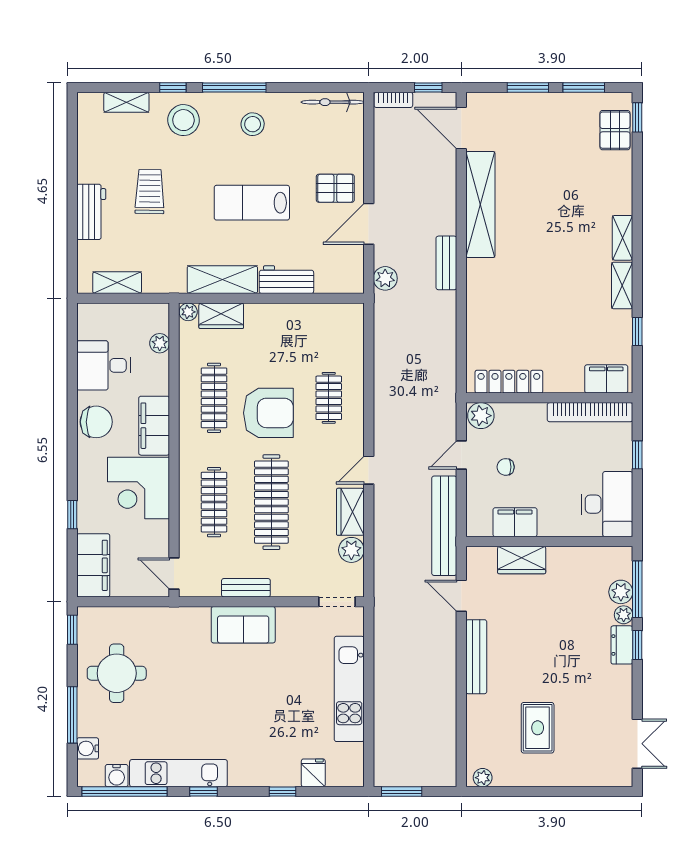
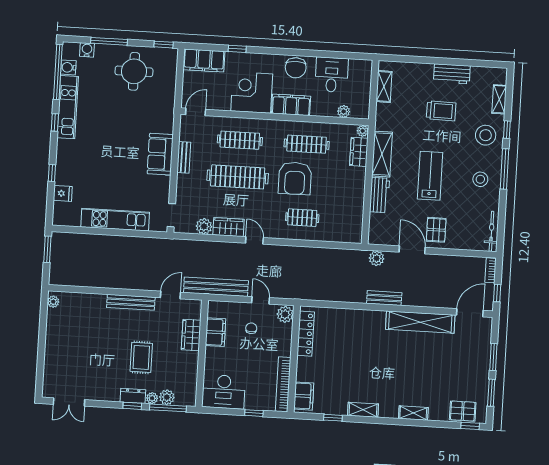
workbench: (91, 212) -> (452, 74), moved
shelving: (623, 238) -> (413, 413), moved
rug: (538, 728) -> (141, 357), moved, turned 90

